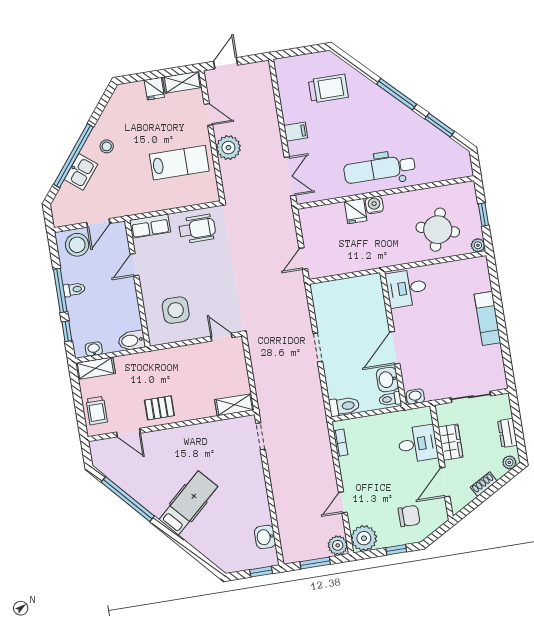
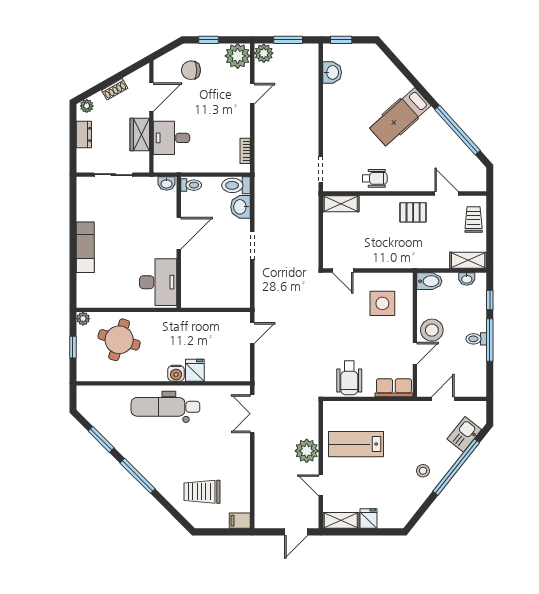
filing cabinet: (296, 132) -> (240, 521), moved
dental chair: (379, 169) -> (165, 407), turned 180
kitchen sink: (81, 172) -> (464, 434), moved
wheelchair: (197, 229) -> (349, 378), turned -90
stool: (77, 245) -> (432, 330), moved
desk: (406, 288) -> (158, 282), width x1.37
washbasin: (387, 379) -> (241, 207), moved, turned 180
wheelchair: (204, 436) -> (375, 178), added

